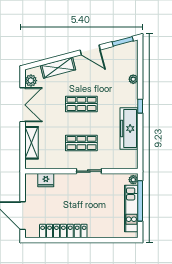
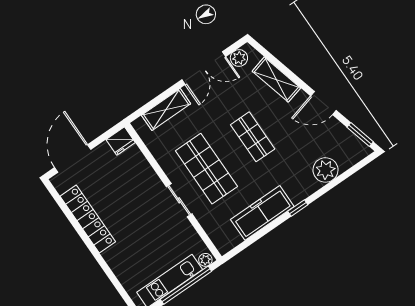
door: (90, 50) -> (323, 103), hinge flipped
plant: (133, 79) -> (325, 170), width x1.87, depth x1.87
shop shelf: (81, 143) -> (206, 169), width x1.43, depth x1.36
fridge: (46, 180) -> (121, 141), moved, turned -90

